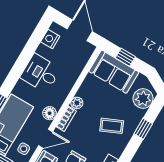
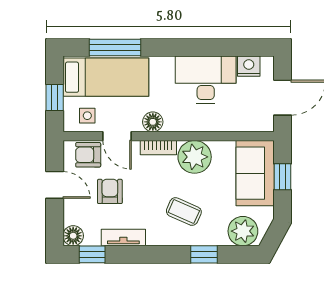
desk: (40, 73) -> (206, 80), width x1.37
plant: (77, 103) -> (195, 157), width x1.88, depth x1.88
coffee table: (112, 126) -> (184, 212), turned -42

